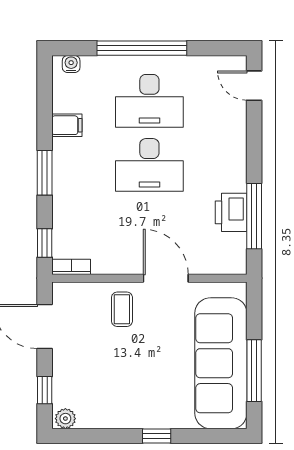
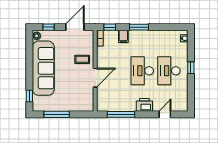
window: (142, 48) -> (191, 68), width x0.32
door: (254, 86) -> (165, 114), moved
filing cabinet: (67, 125) -> (123, 36), moved
printer: (231, 212) -> (144, 105), moved
sofa: (221, 363) -> (43, 68), moved, turned 90
window: (157, 436) -> (29, 96), moved

